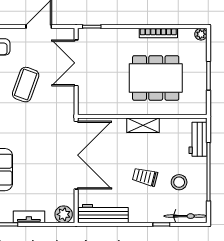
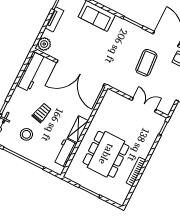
plant: (201, 34) -> (120, 200), removed
double door: (76, 63) -> (144, 105), width x0.73
coffee table: (26, 85) -> (146, 63), turned 66
workbench: (198, 139) -> (65, 152), moved, turned -90

